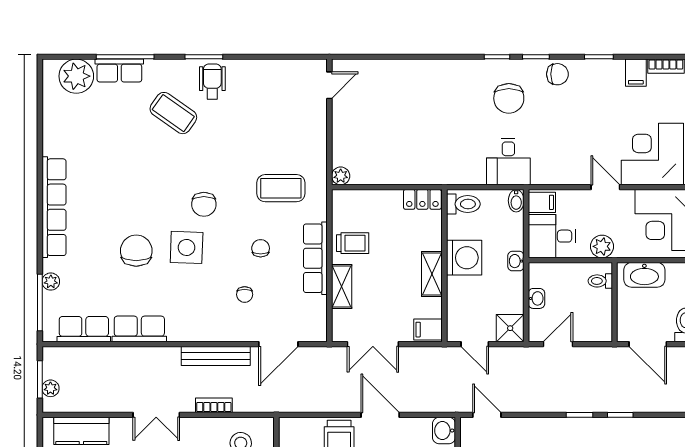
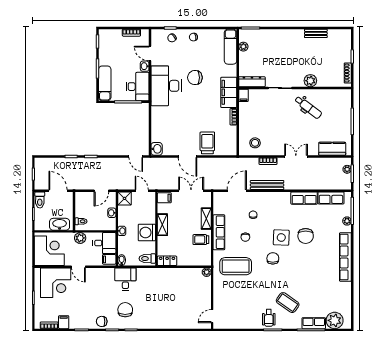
coffee table: (281, 188) -> (236, 266), width x1.36, depth x1.32

